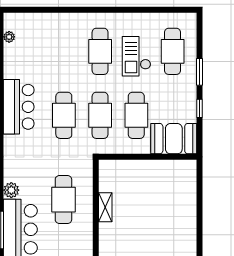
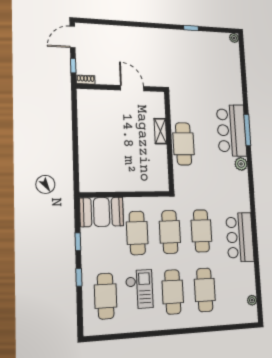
cafe table: (64, 51) -> (205, 290), added
window: (200, 72) -> (79, 277), width x0.67
cafe table: (63, 200) -> (184, 144), moved
shelving: (105, 207) -> (160, 131), moved

